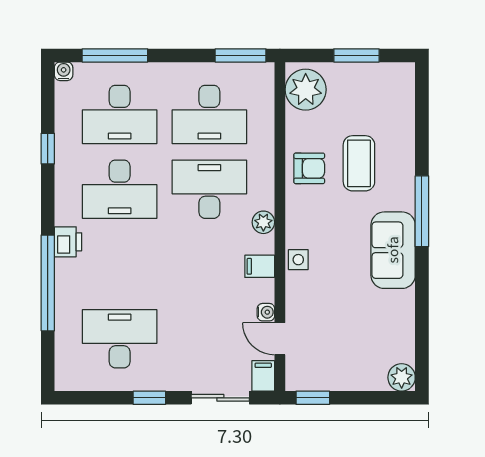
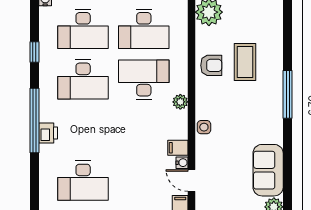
printer: (68, 242) -> (48, 133), moved
sofa: (393, 250) -> (268, 170), moved
filing cabinet: (260, 266) -> (178, 148), moved
window: (48, 283) -> (34, 121), moved
desk: (120, 339) -> (83, 181), turned 180

